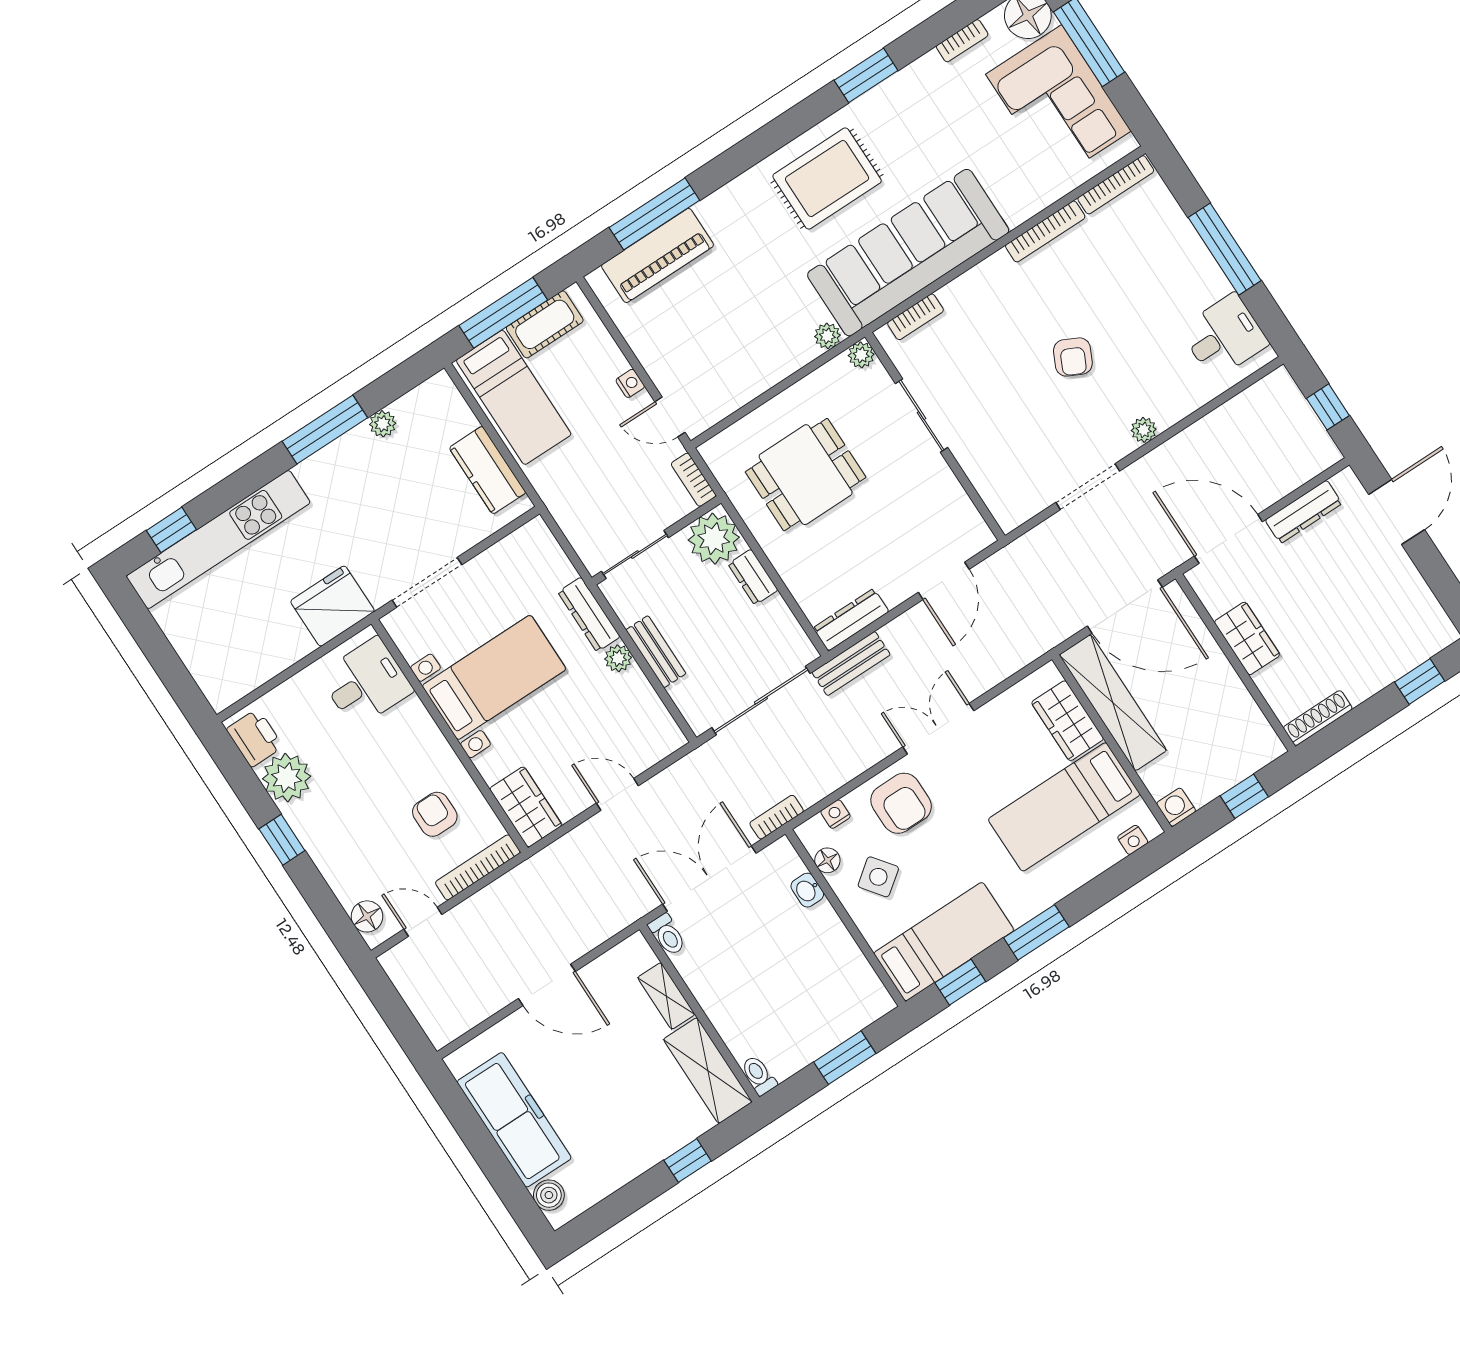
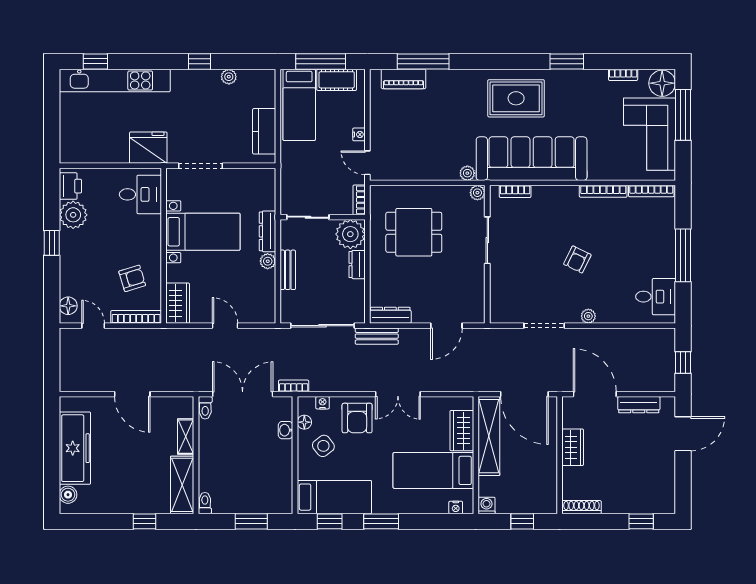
piano: (658, 255) -> (404, 79), width x0.73, depth x0.75
window: (325, 429) -> (200, 61), width x0.46
double door: (938, 729) -> (398, 394), swing flipped
armchair: (435, 814) -> (132, 278), turned 73

